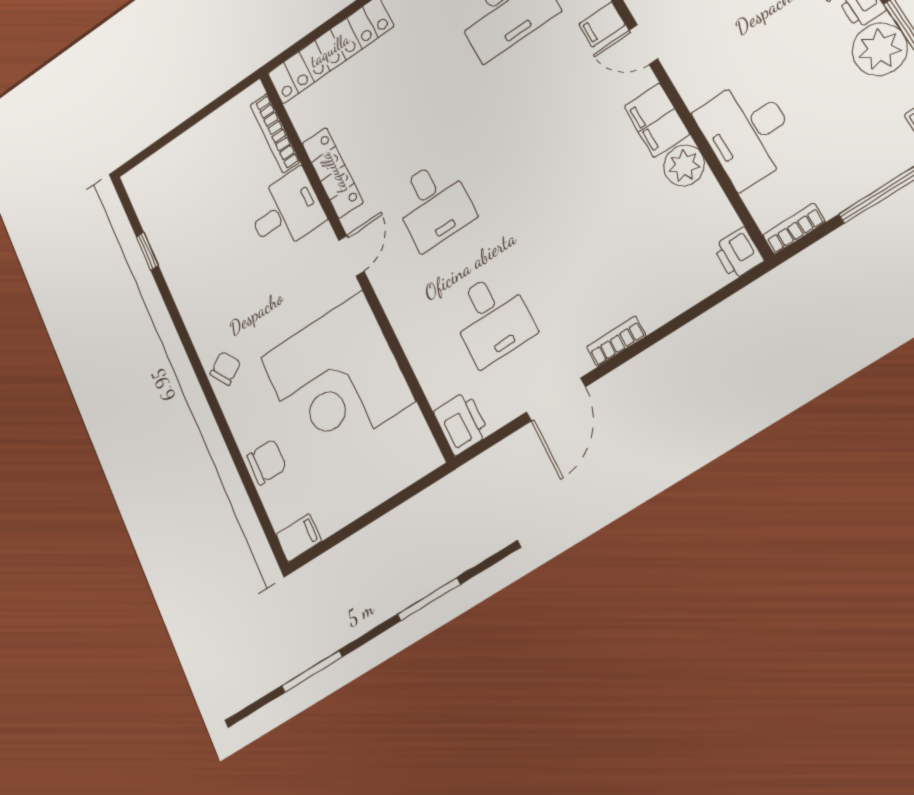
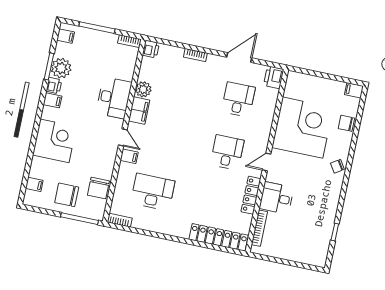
desk: (747, 132) -> (114, 98), moved
bookcase: (616, 341) -> (195, 55), moved

